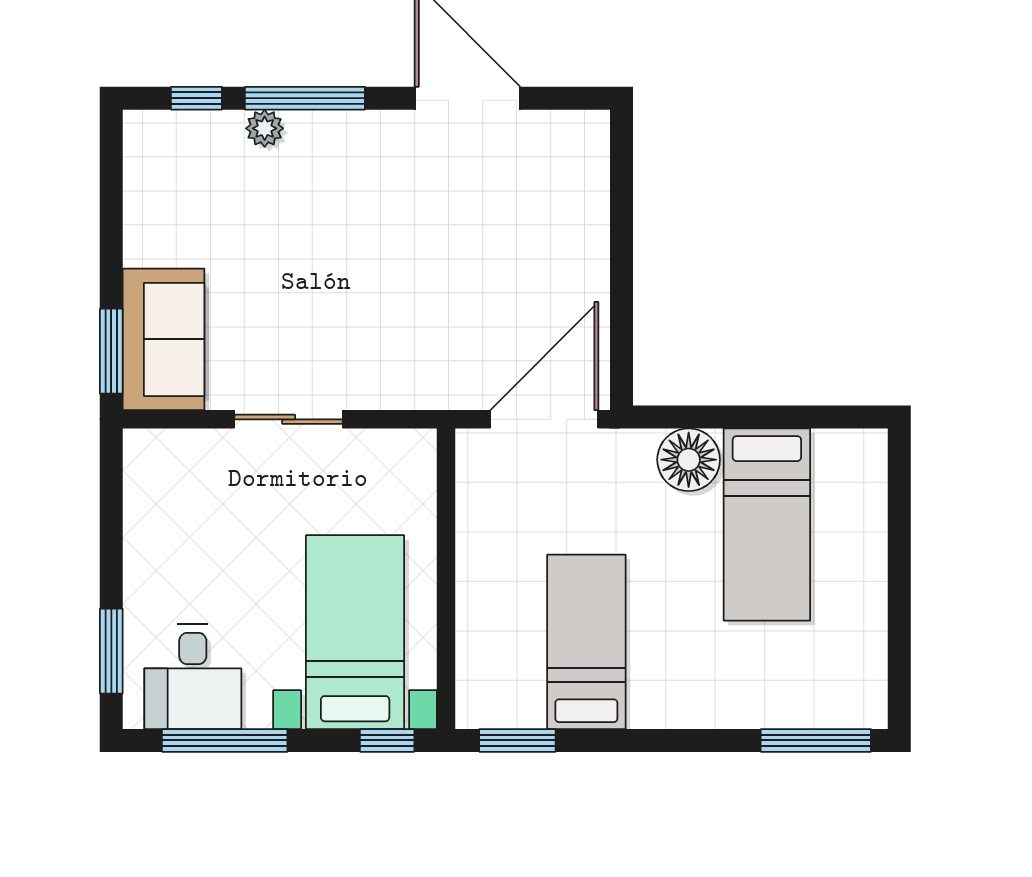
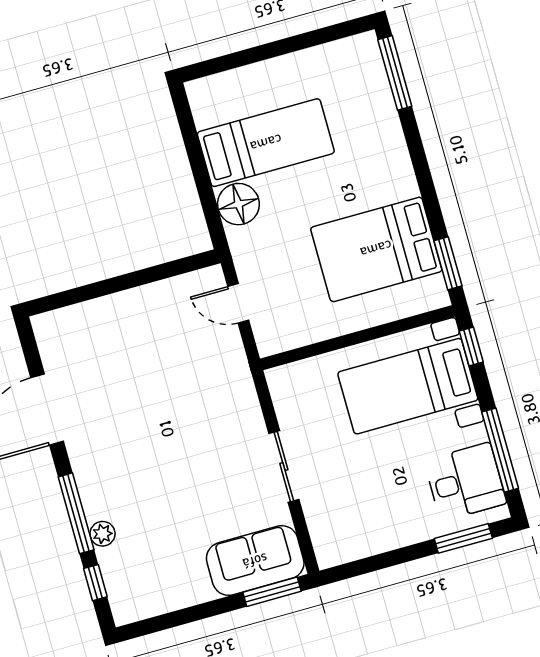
door: (544, 419) -> (238, 303), width x0.53
bed: (586, 642) -> (376, 249), width x1.50

